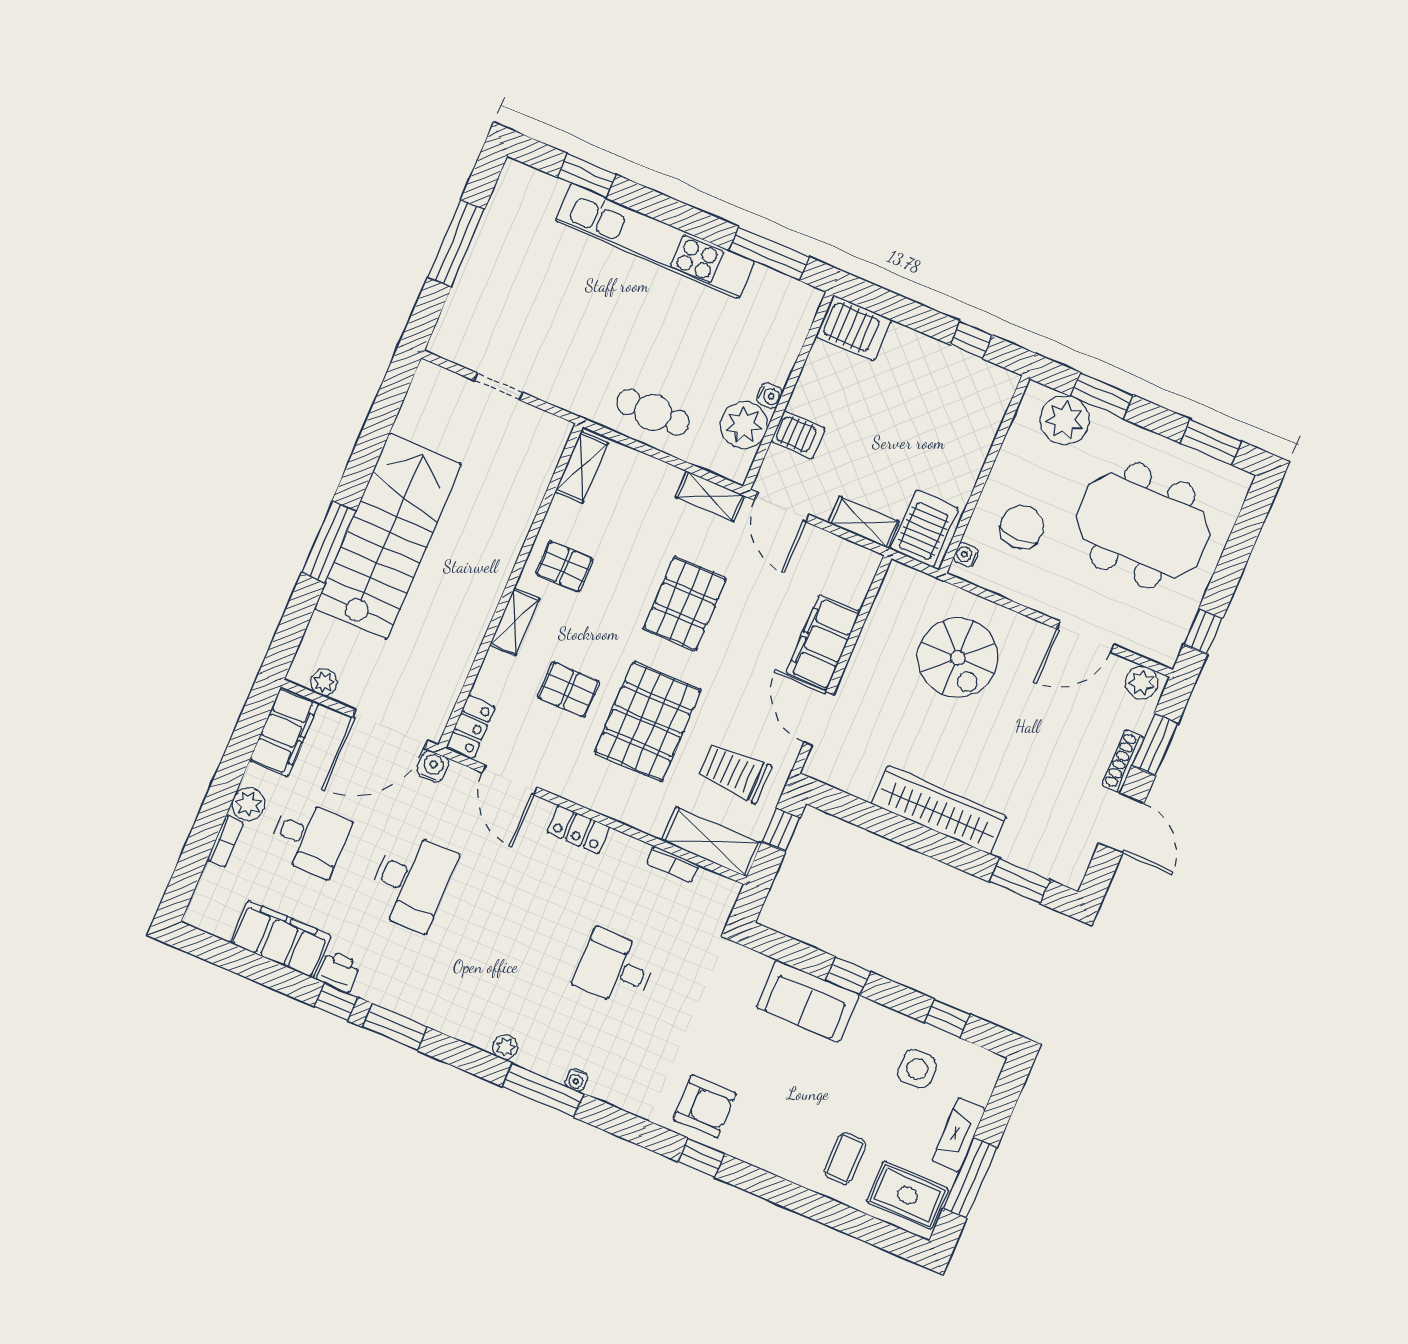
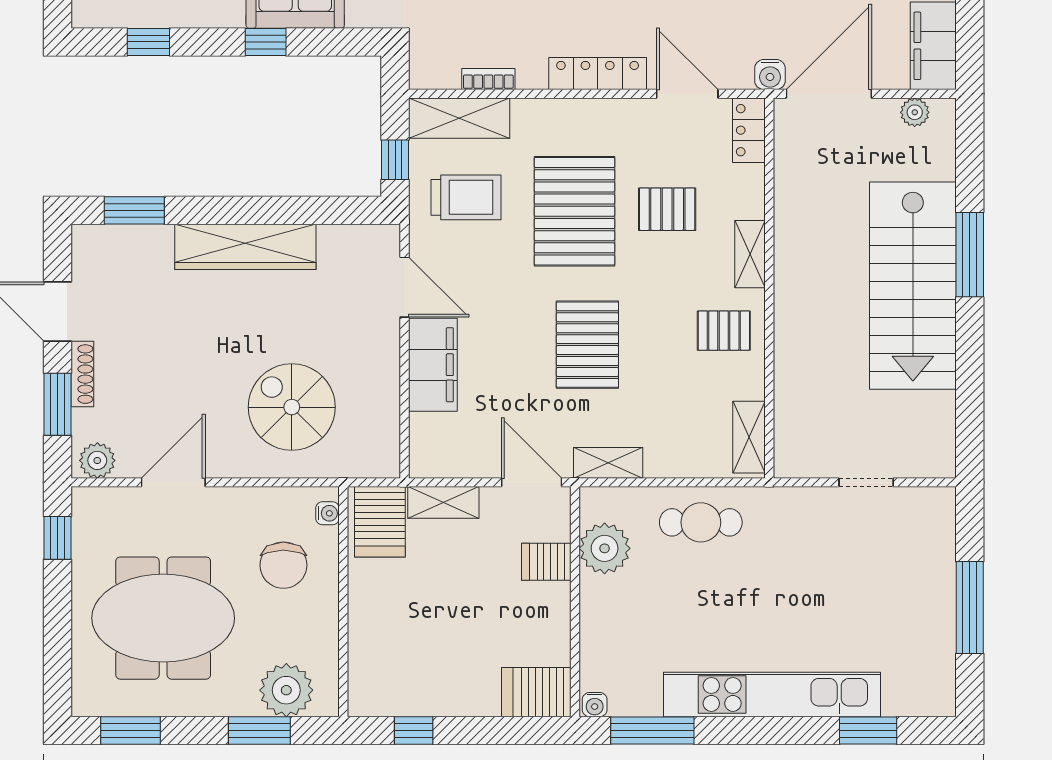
water cooler: (770, 396) -> (595, 705), moved, turned -90
locker: (578, 830) -> (598, 74), width x1.53

